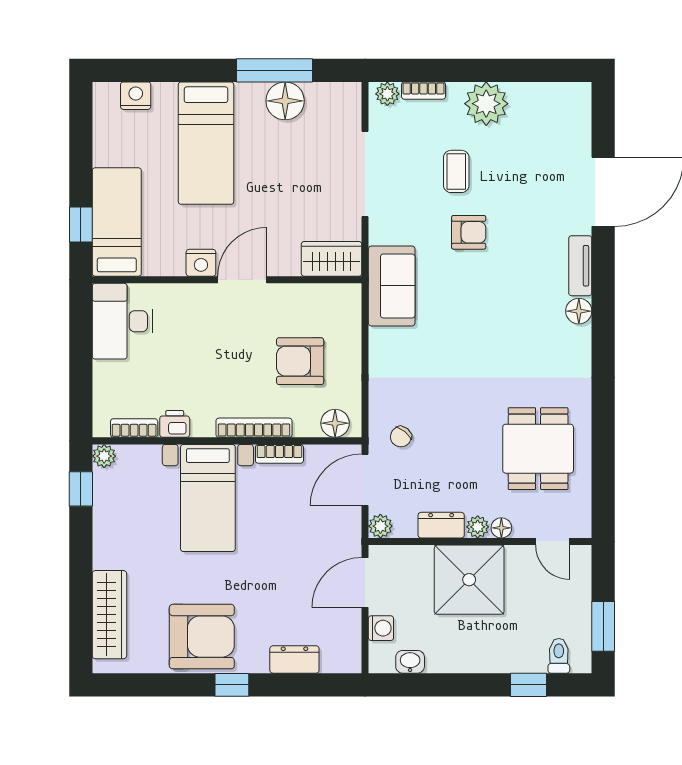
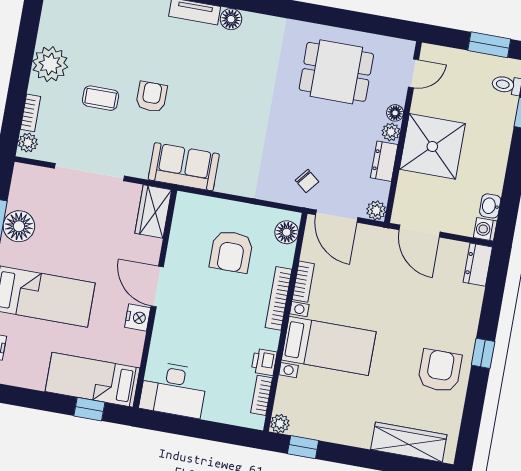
washing machine: (381, 628) -> (485, 229), moved, turned -90
armchair: (202, 637) -> (440, 371), width x0.73, depth x0.73
dresser: (294, 659) -> (478, 265), moved

